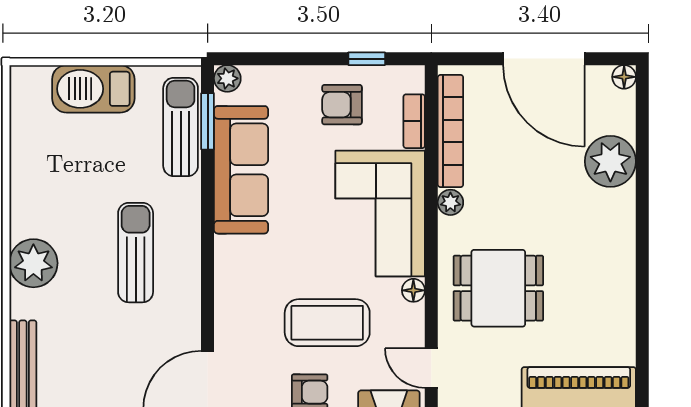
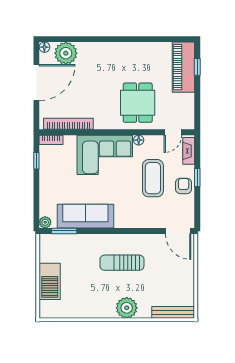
armchair: (342, 105) -> (57, 172), removed
bookcase: (414, 121) -> (51, 140), moved
sun lounger: (181, 127) -> (67, 243), removed
plant: (610, 161) -> (66, 53), moved
plant: (450, 202) -> (100, 124), removed

